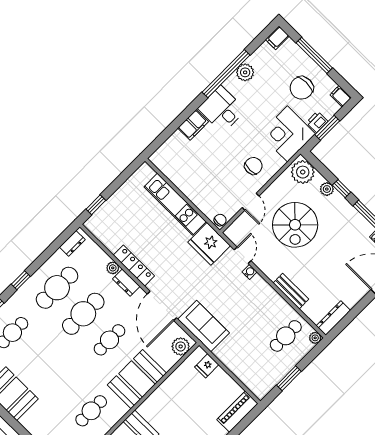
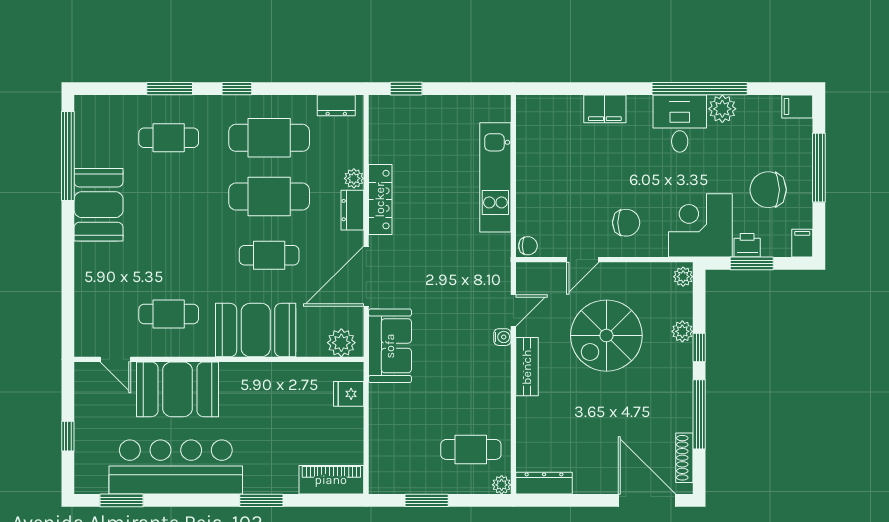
desk: (222, 109) -> (680, 124), moved
plant: (303, 172) -> (683, 277), width x0.53, depth x0.53
fridge: (209, 244) -> (489, 260), removed
bench: (291, 291) -> (527, 367), moved

